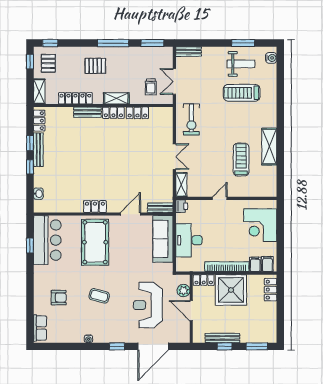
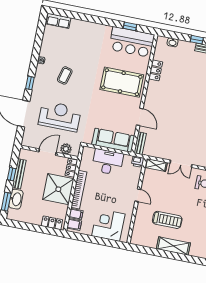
locker: (95, 207) -> (156, 70), moved
coffee table: (99, 296) -> (65, 75), moved
armchair: (59, 298) -> (81, 42), removed
washbasin: (252, 336) -> (16, 199), added

